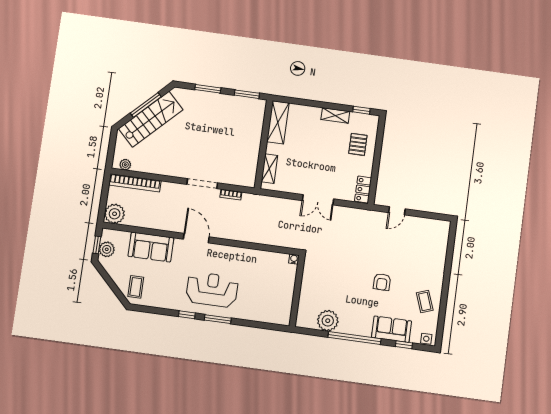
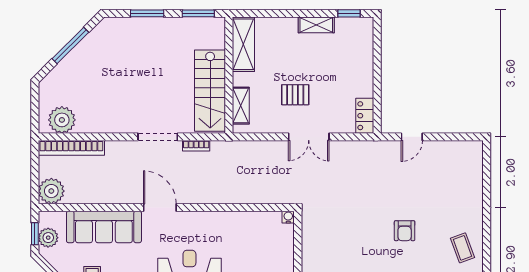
stairs: (151, 119) -> (210, 91), moved, turned 135
pallet: (358, 144) -> (295, 95), moved, turned 90
plant: (125, 165) -> (62, 120), width x1.87, depth x1.87
sofa: (151, 247) -> (104, 227), width x1.36

